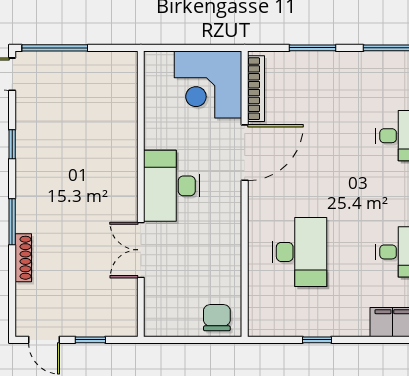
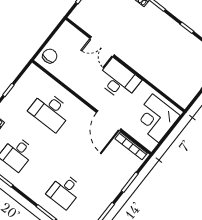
corner desk: (208, 84) -> (156, 118), moved, turned -90
double door: (141, 250) -> (102, 47), swing flipped
chair: (217, 318) -> (50, 56), turned -90

